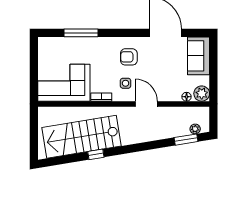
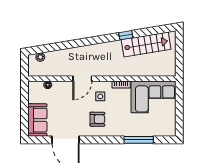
plant: (202, 94) -> (35, 88), removed
door: (146, 104) -> (82, 79), hinge flipped
stairs: (81, 137) -> (146, 44), width x0.73, depth x0.66
window: (186, 140) -> (48, 48), removed

